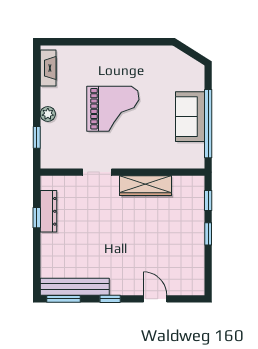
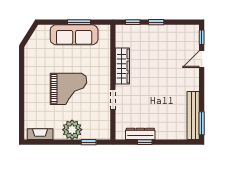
grand piano: (113, 109) -> (69, 89), turned 90
plant: (48, 114) -> (72, 130), width x1.87, depth x1.87
sofa: (190, 117) -> (74, 35), width x1.36
window: (208, 124) -> (79, 22), width x0.47
window: (110, 299) -> (202, 37), moved

